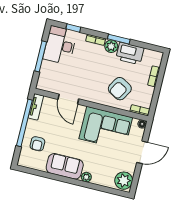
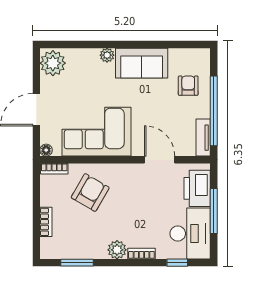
window: (119, 39) -> (77, 263), moved
printer: (130, 53) -> (197, 188), moved, turned -90

